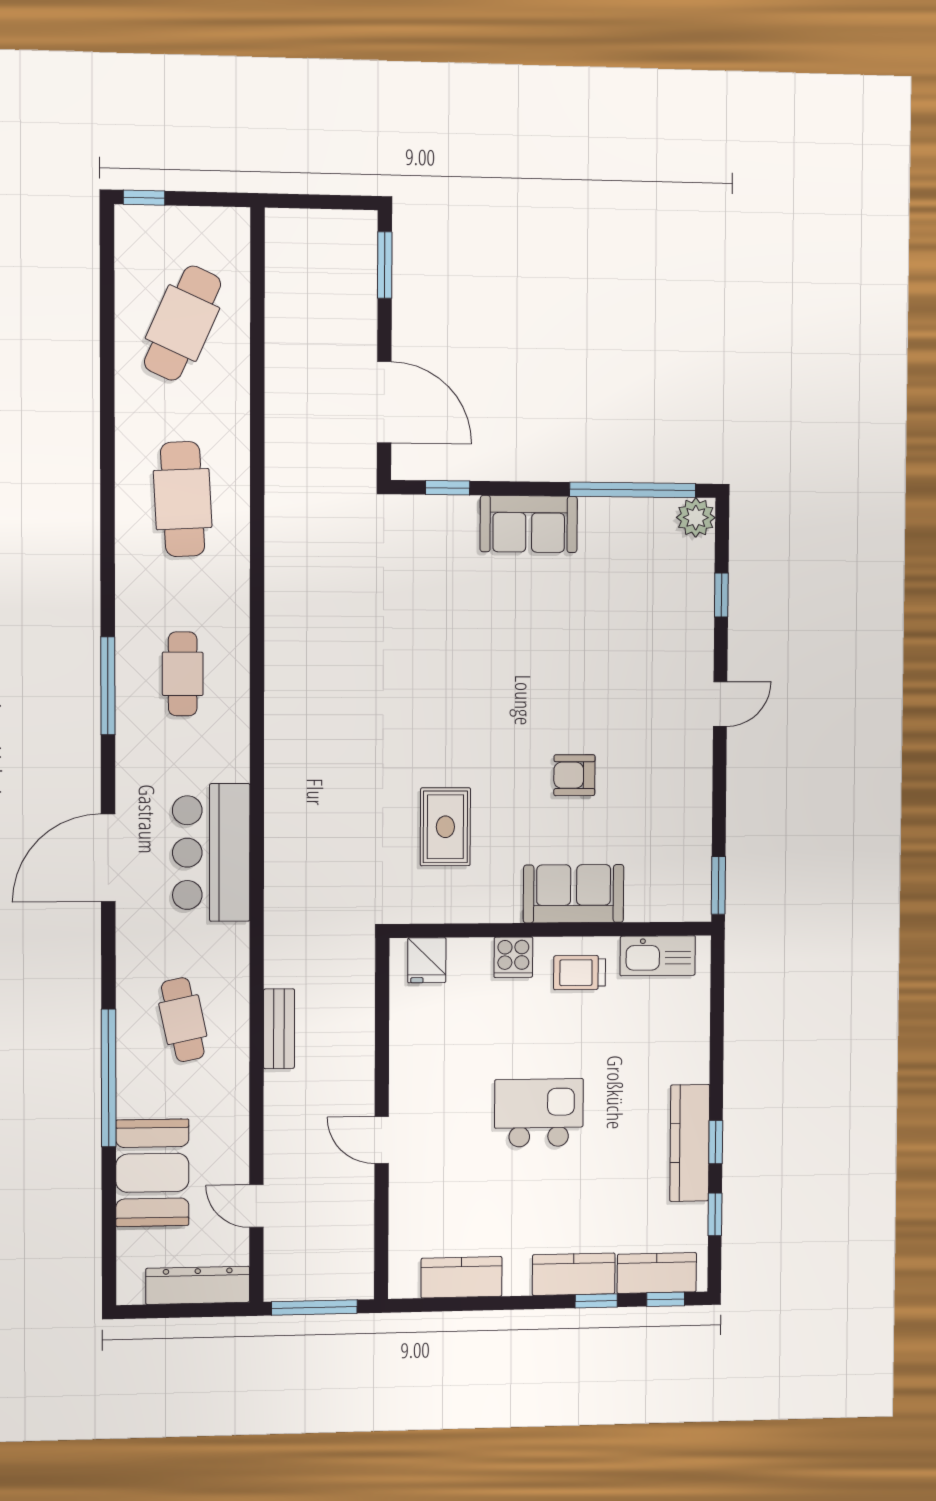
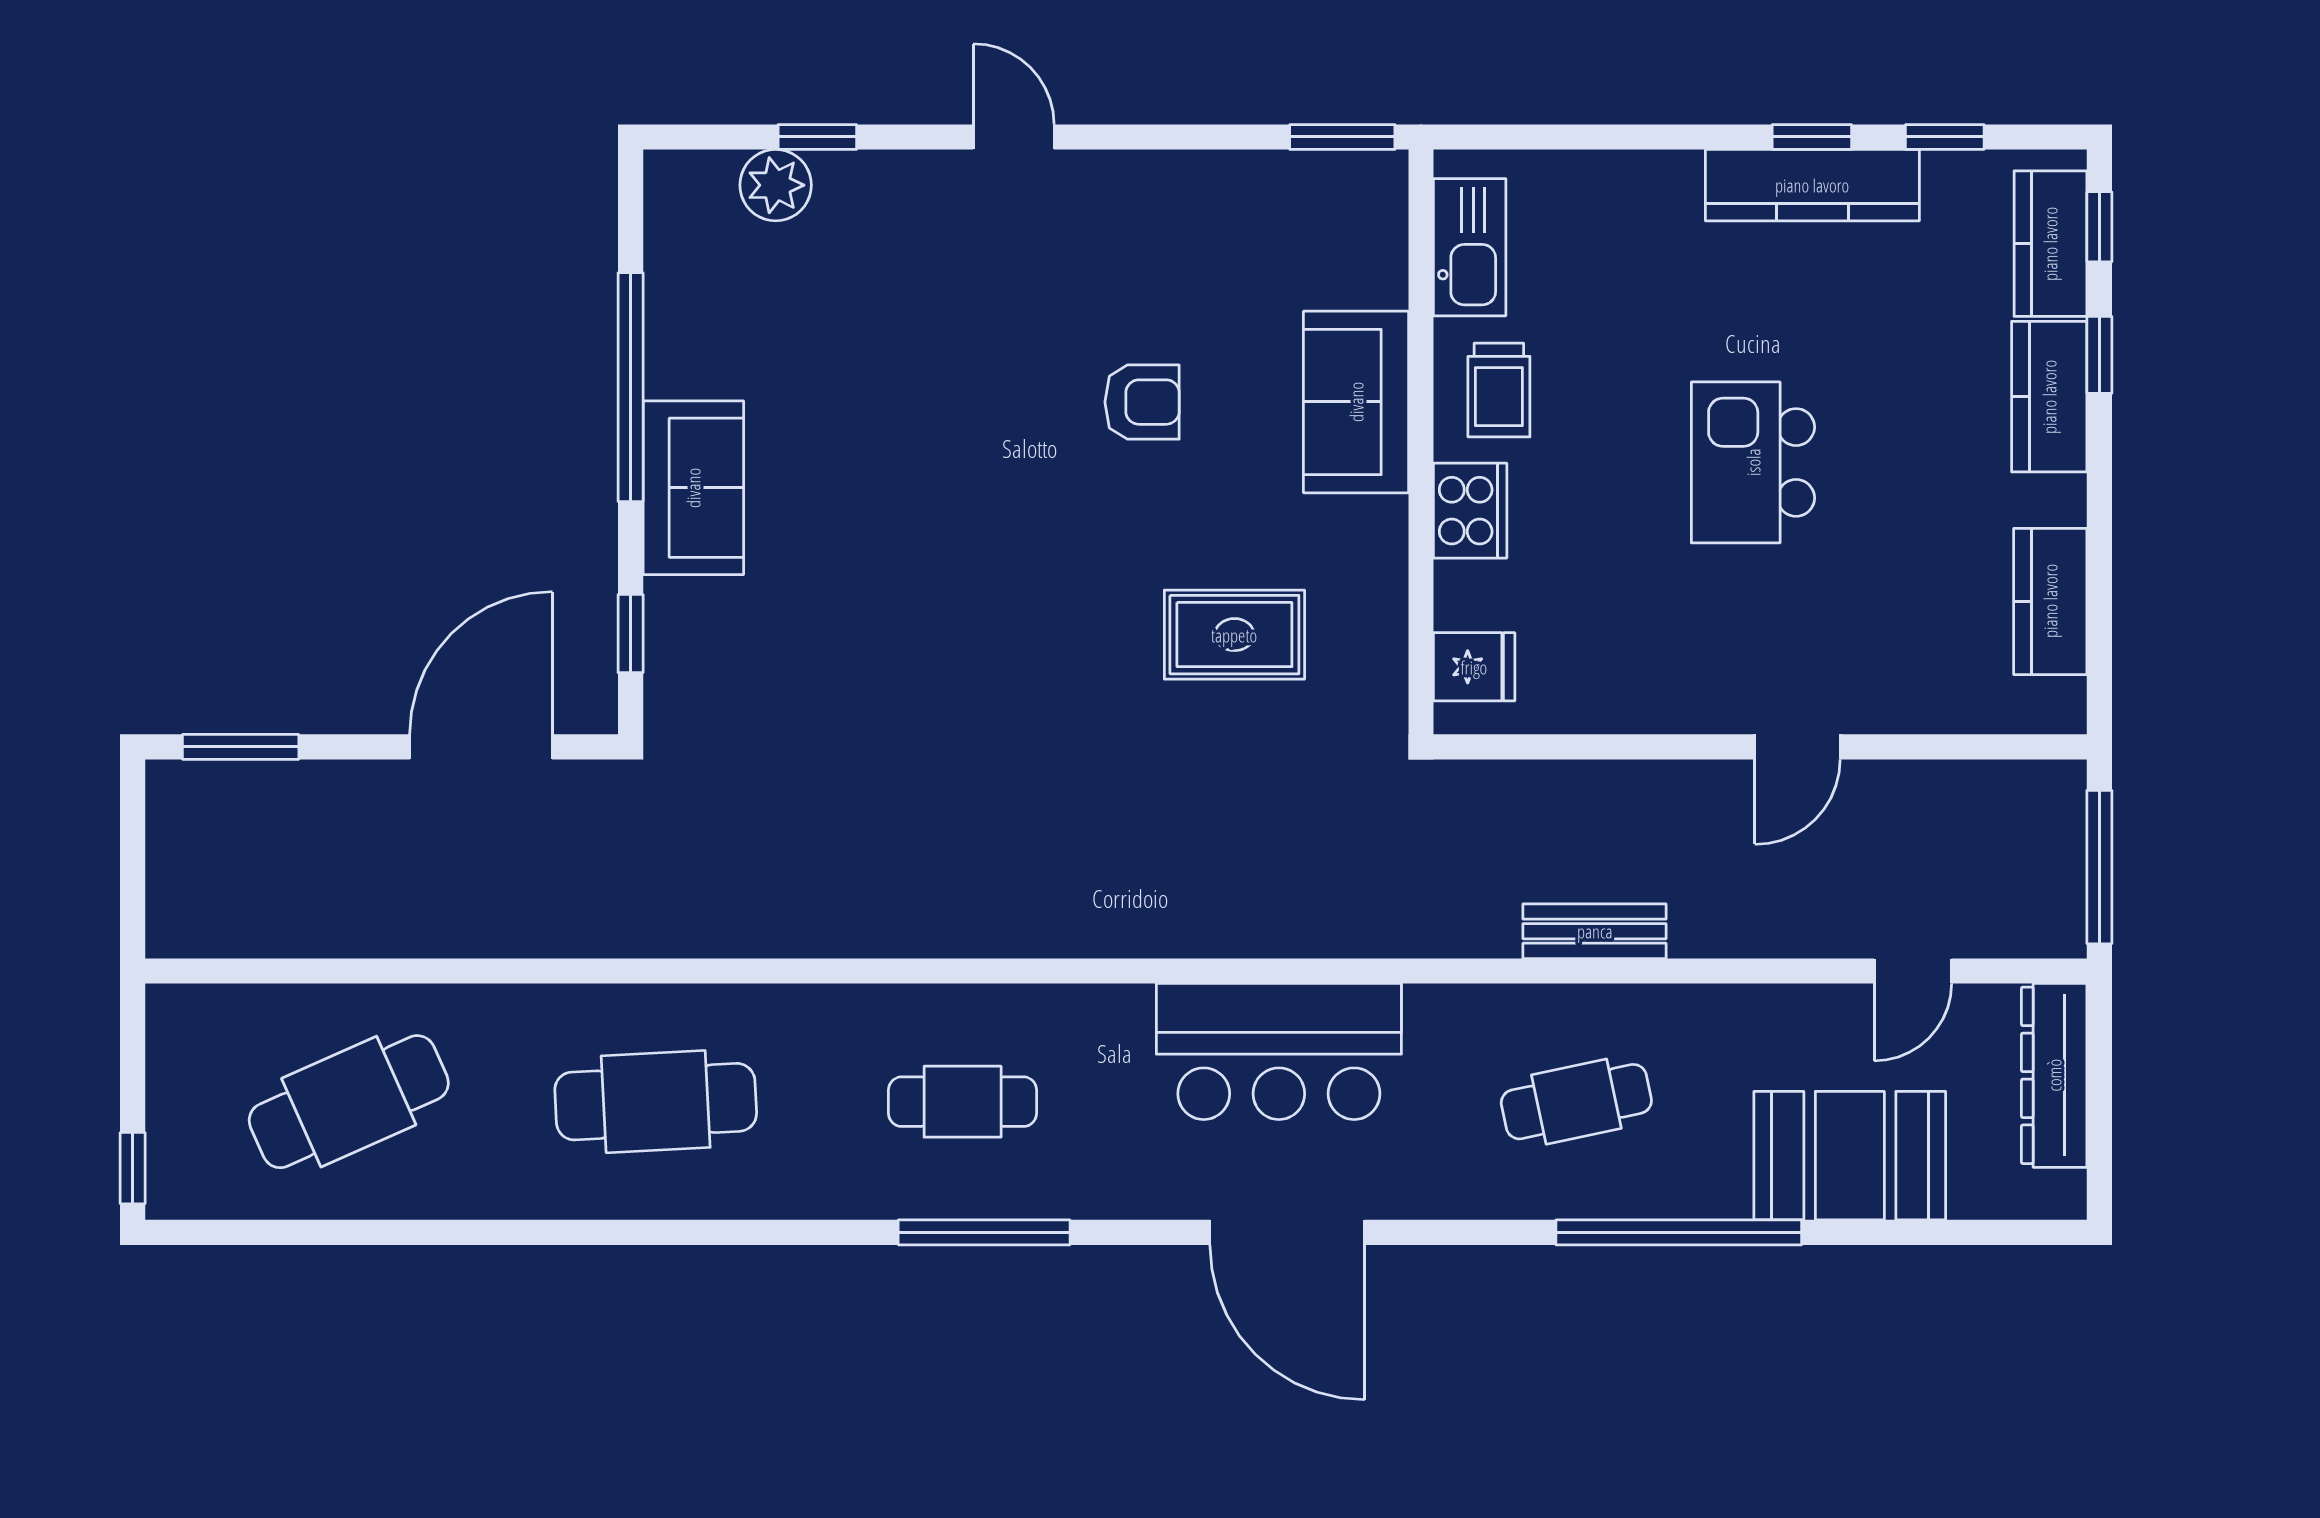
cafe table: (183, 323) -> (349, 1102), turned -48
window: (633, 490) -> (631, 387), moved
plant: (696, 518) -> (776, 185), moved
armchair: (574, 775) -> (1142, 402), turned -90
cooker: (513, 957) -> (1470, 511), width x1.36

